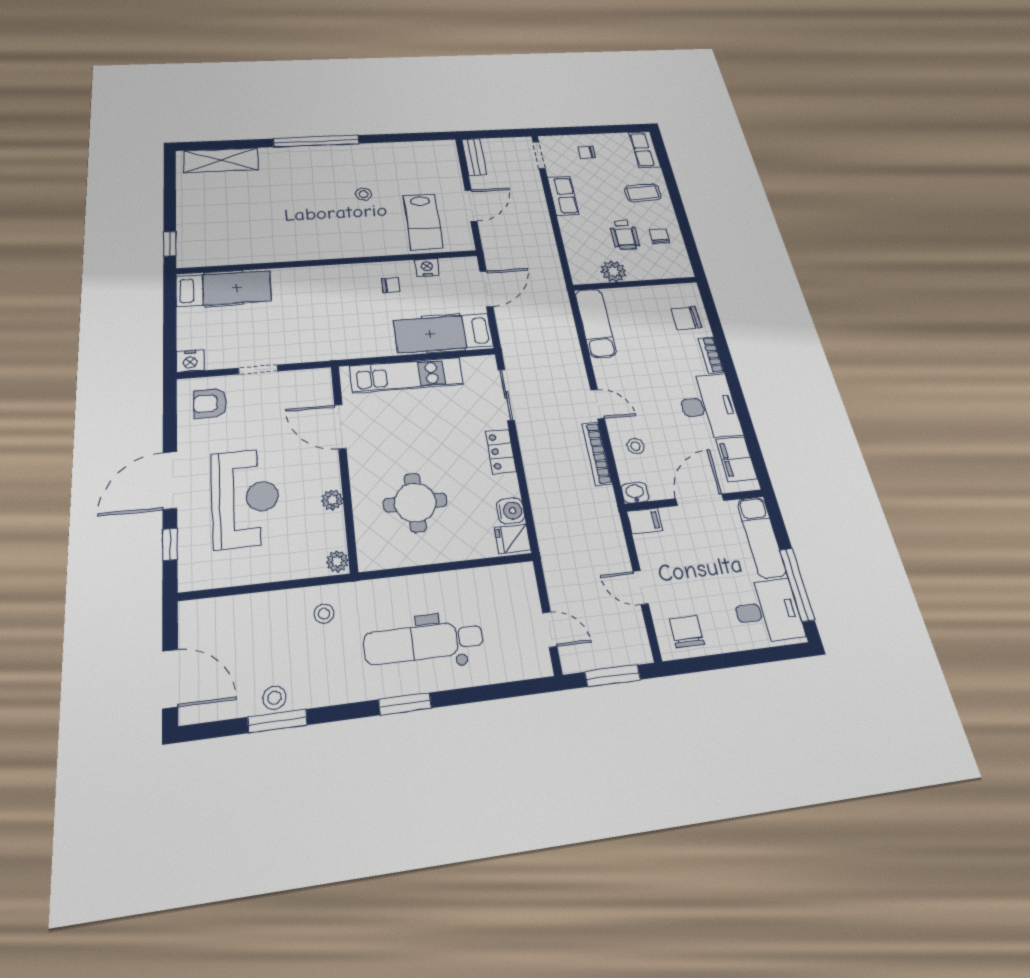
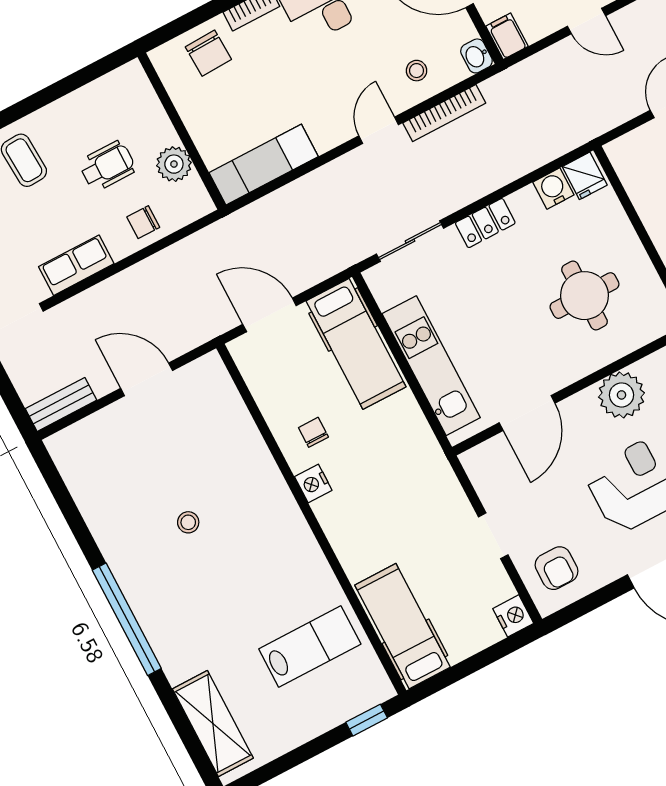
lab bench: (423, 222) -> (310, 647), moved
chair: (659, 236) -> (143, 222), moved
nightstand: (427, 268) -> (313, 484), moved
plant: (332, 500) -> (621, 395), width x1.88, depth x1.88
door: (641, 588) -> (587, 21), hinge flipped

